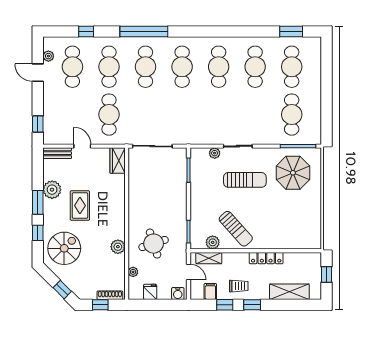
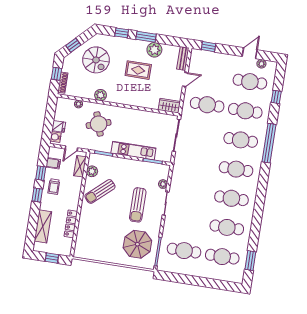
kitchen unit: (179, 196) -> (133, 151), added
spiral stairs: (64, 248) -> (96, 60), moved
locker: (266, 258) -> (71, 224), moved
fridge: (150, 292) -> (59, 126), moved

